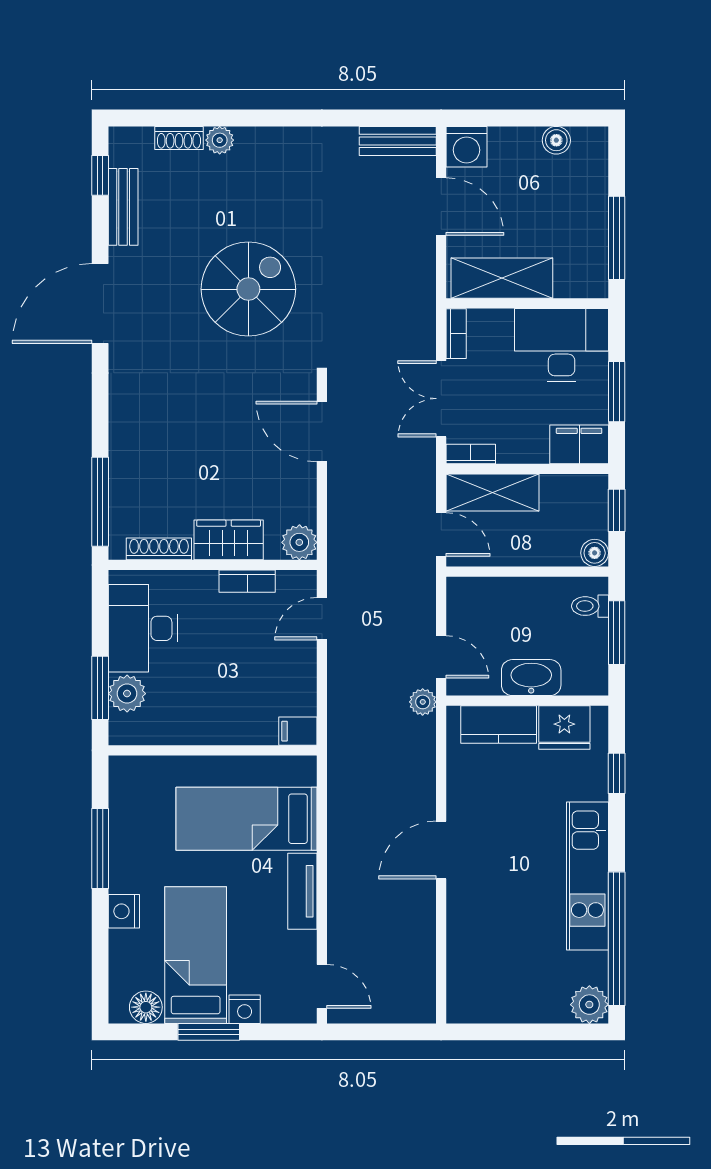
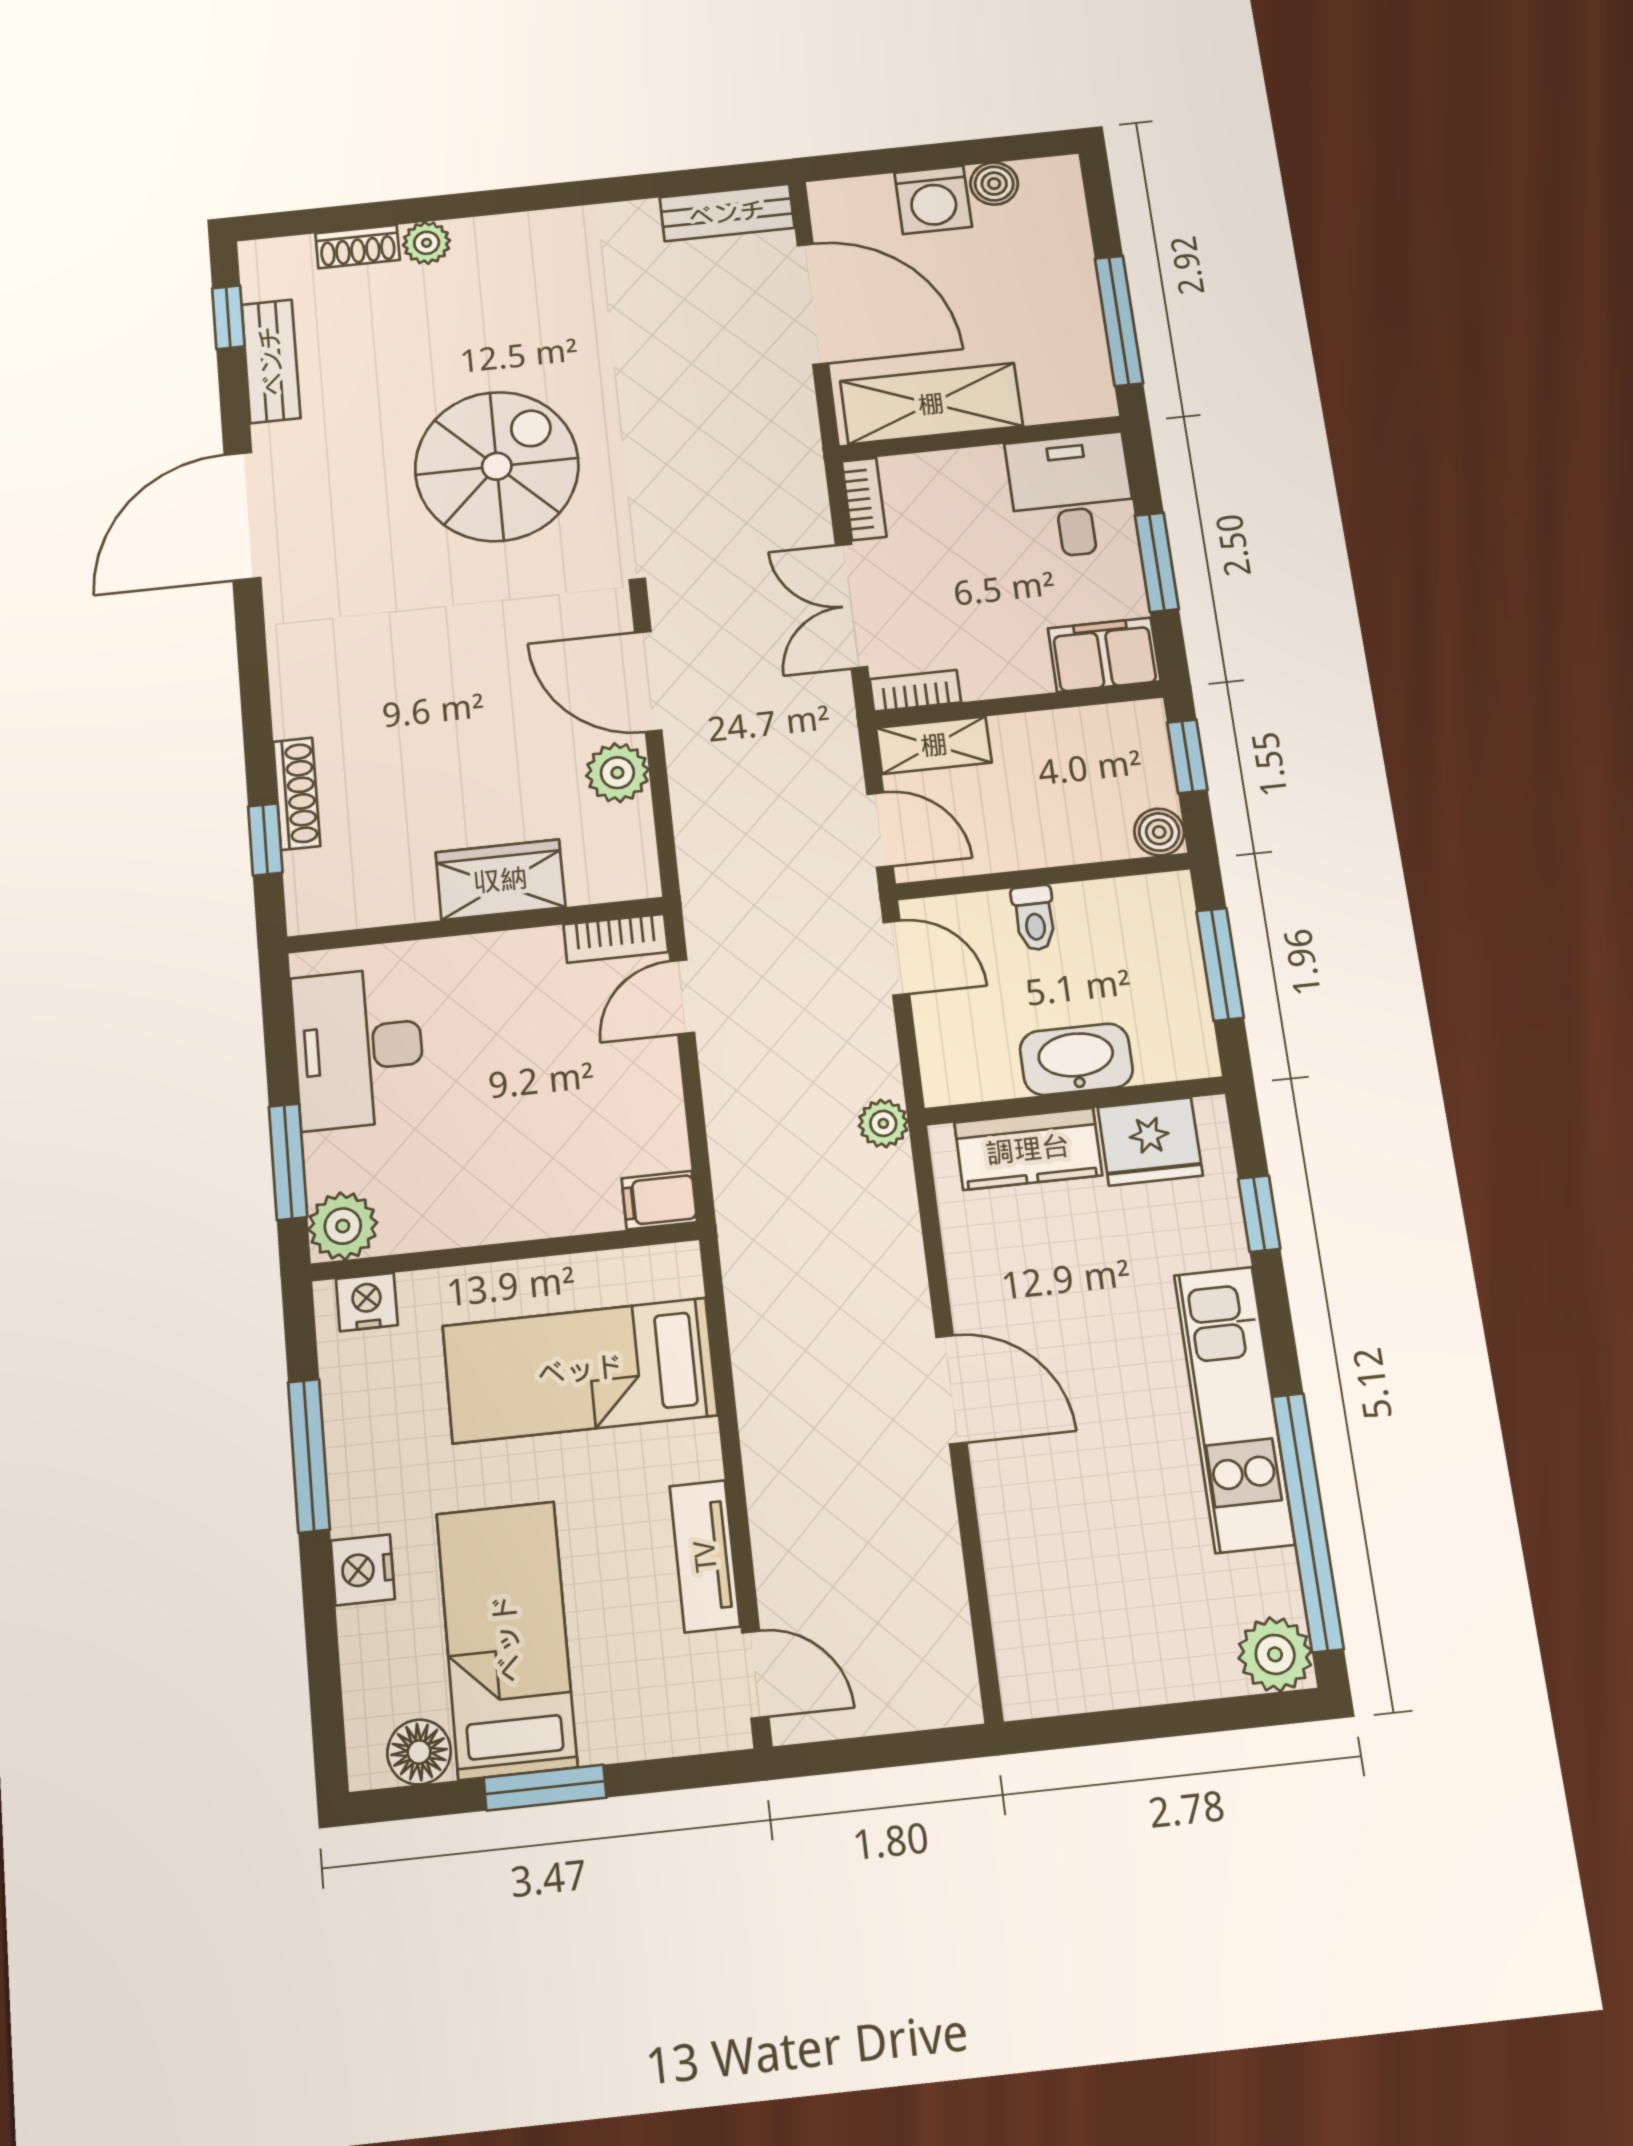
washing machine: (467, 147) -> (933, 200), moved
door: (441, 206) -> (813, 304), width x1.36
desk: (562, 345) -> (1072, 496), width x0.73
shelving: (492, 492) -> (934, 745), width x0.67, depth x0.75
window: (100, 502) -> (265, 839), width x0.46
plant: (299, 542) -> (617, 773), moved
shoe rack: (159, 549) -> (297, 794), moved, turned 90
bookcase: (247, 581) -> (616, 938), moved
toilet: (590, 606) -> (1034, 918), moved, turned -90
door: (441, 657) -> (896, 958), moved
plant: (127, 694) -> (343, 1226), moved
door: (441, 850) -> (951, 1390), swing flipped
tv unit: (302, 891) -> (705, 1556), moved
nightstand: (245, 1009) -> (367, 1302), moved, turned 180

